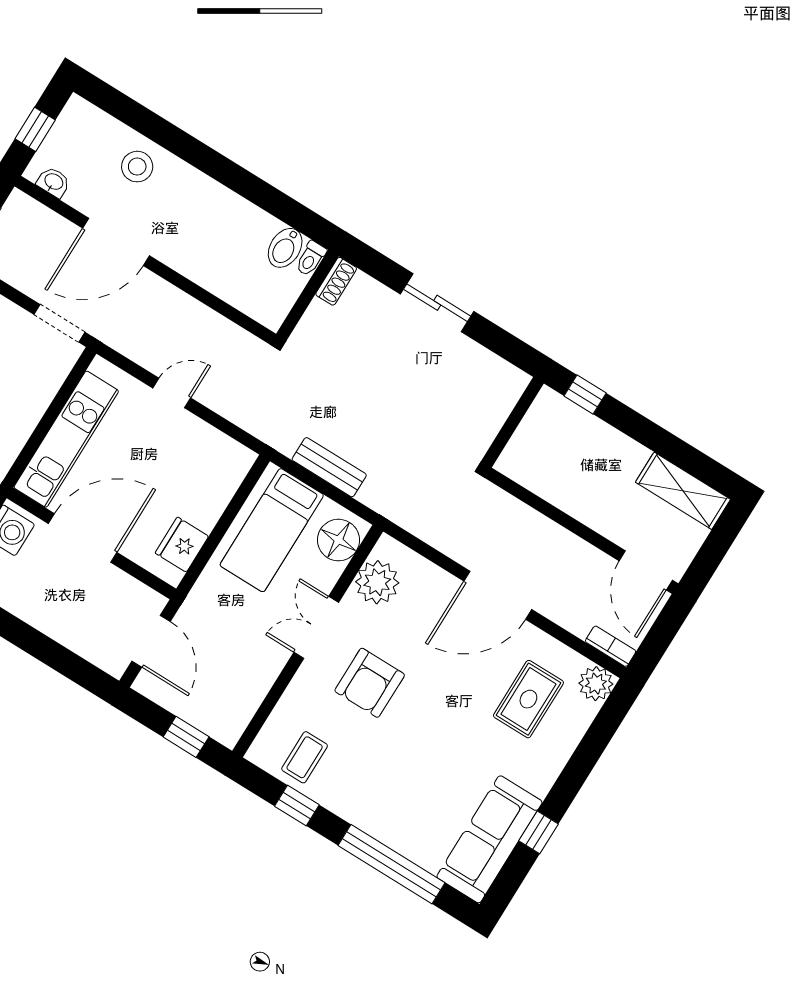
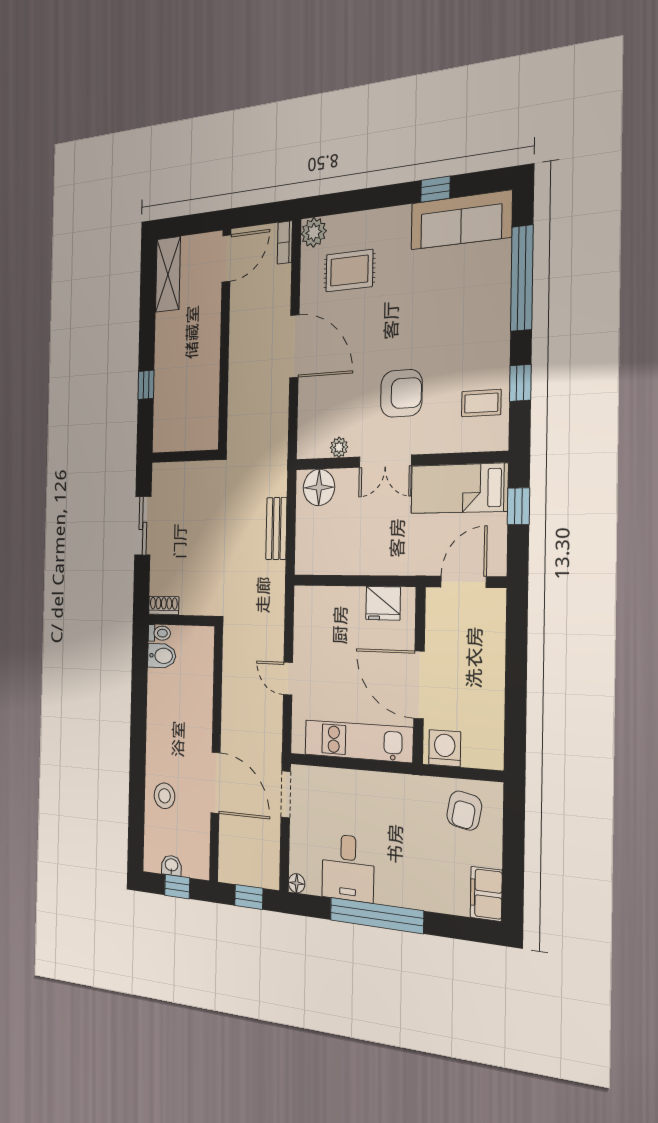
washbasin: (54, 182) -> (172, 865), moved, turned 90
wall: (513, 422) -> (185, 456), moved
bed: (272, 530) -> (459, 488), moved, turned 180
plant: (377, 582) -> (339, 447), width x0.53, depth x0.53

